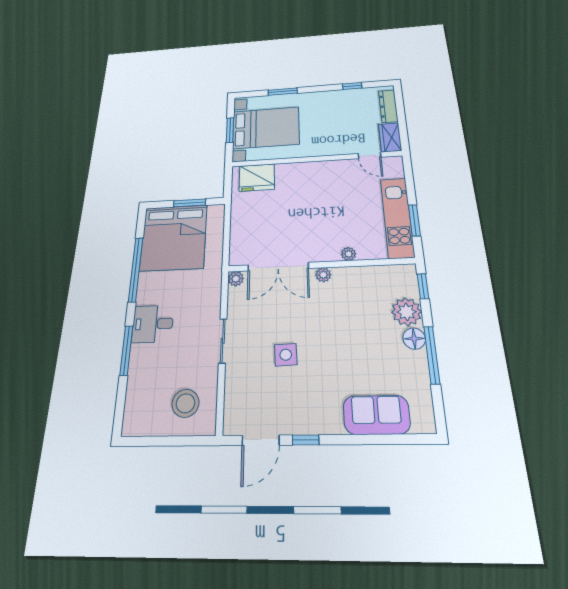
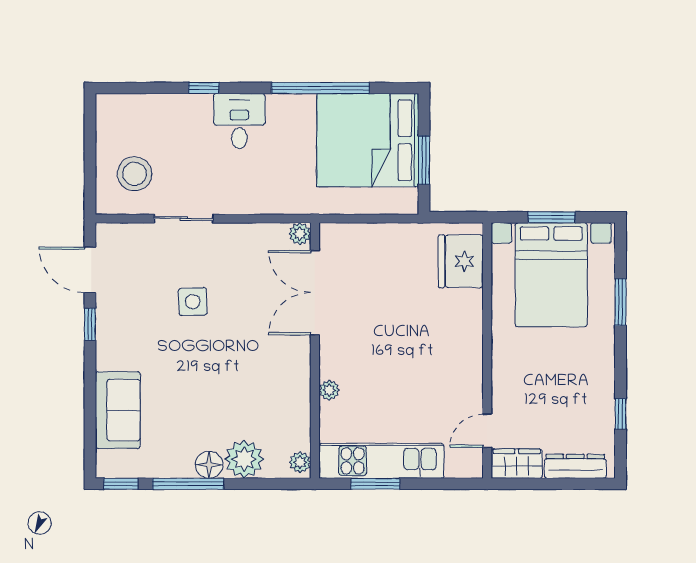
plant: (323, 275) -> (300, 462), moved
window: (423, 286) -> (121, 484), moved
sliding door: (223, 341) -> (184, 219), moved
window: (126, 350) -> (204, 88), width x0.46

